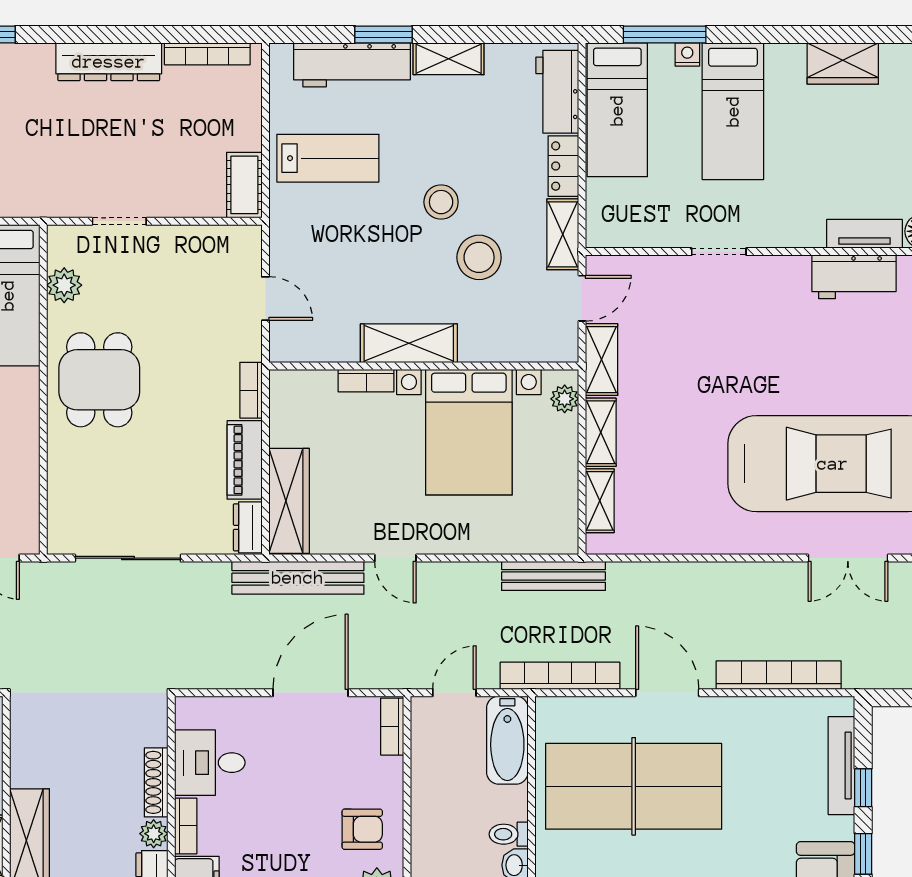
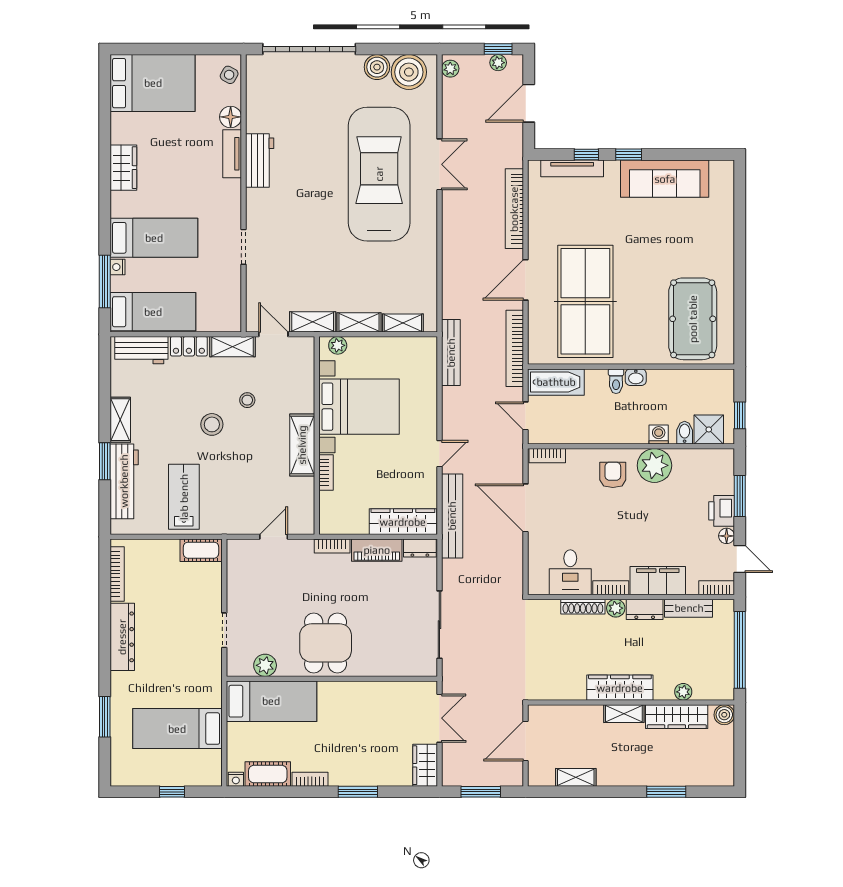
stool: (479, 257) -> (247, 400), width x0.53, depth x0.53
dining table: (99, 380) -> (326, 643), turned 90

